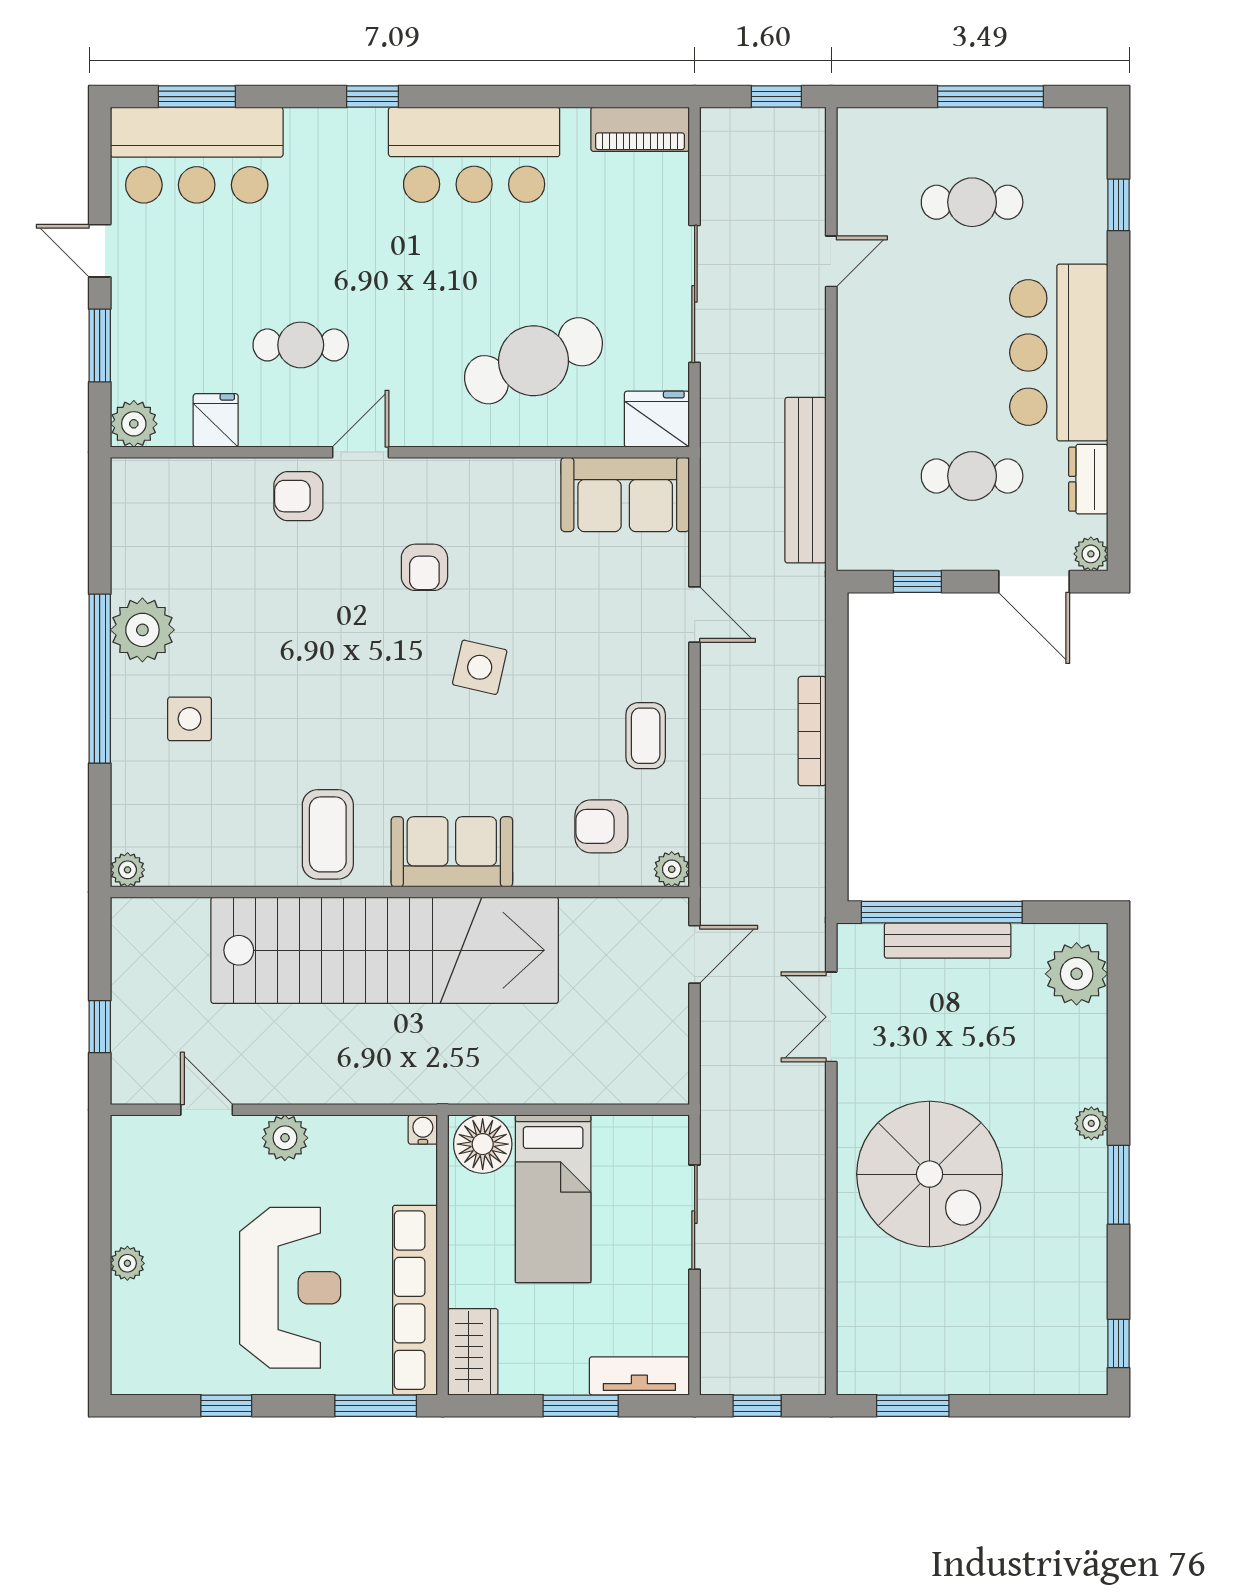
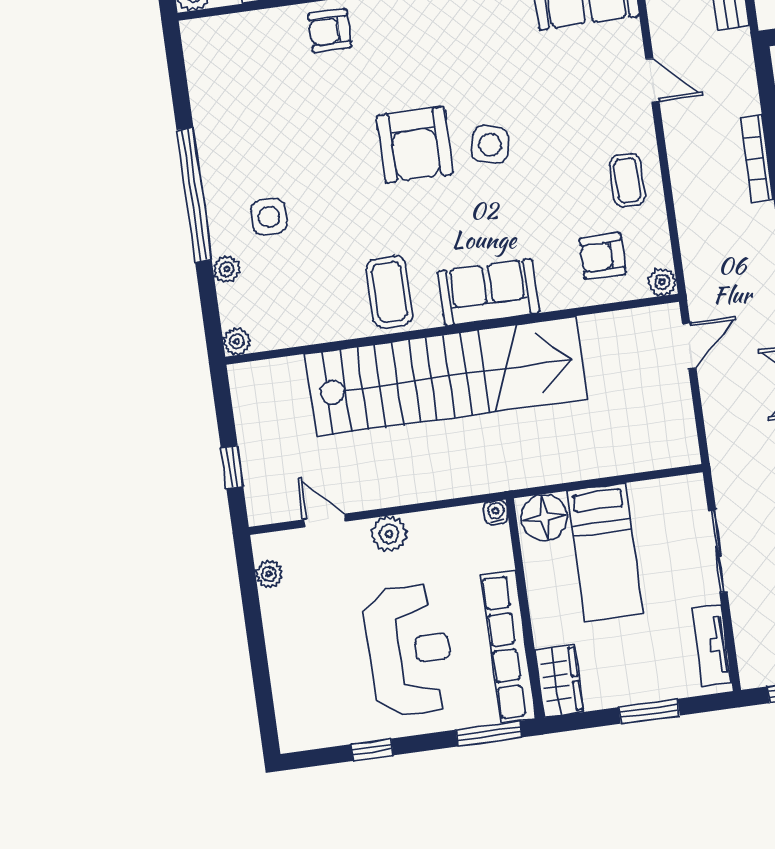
armchair: (424, 567) -> (415, 145), moved, width x1.88, depth x1.88
plant: (142, 630) -> (227, 269), moved, width x0.53, depth x0.53
plant: (127, 1263) -> (269, 574), moved
tv unit: (639, 1376) -> (712, 646), moved, turned -90

